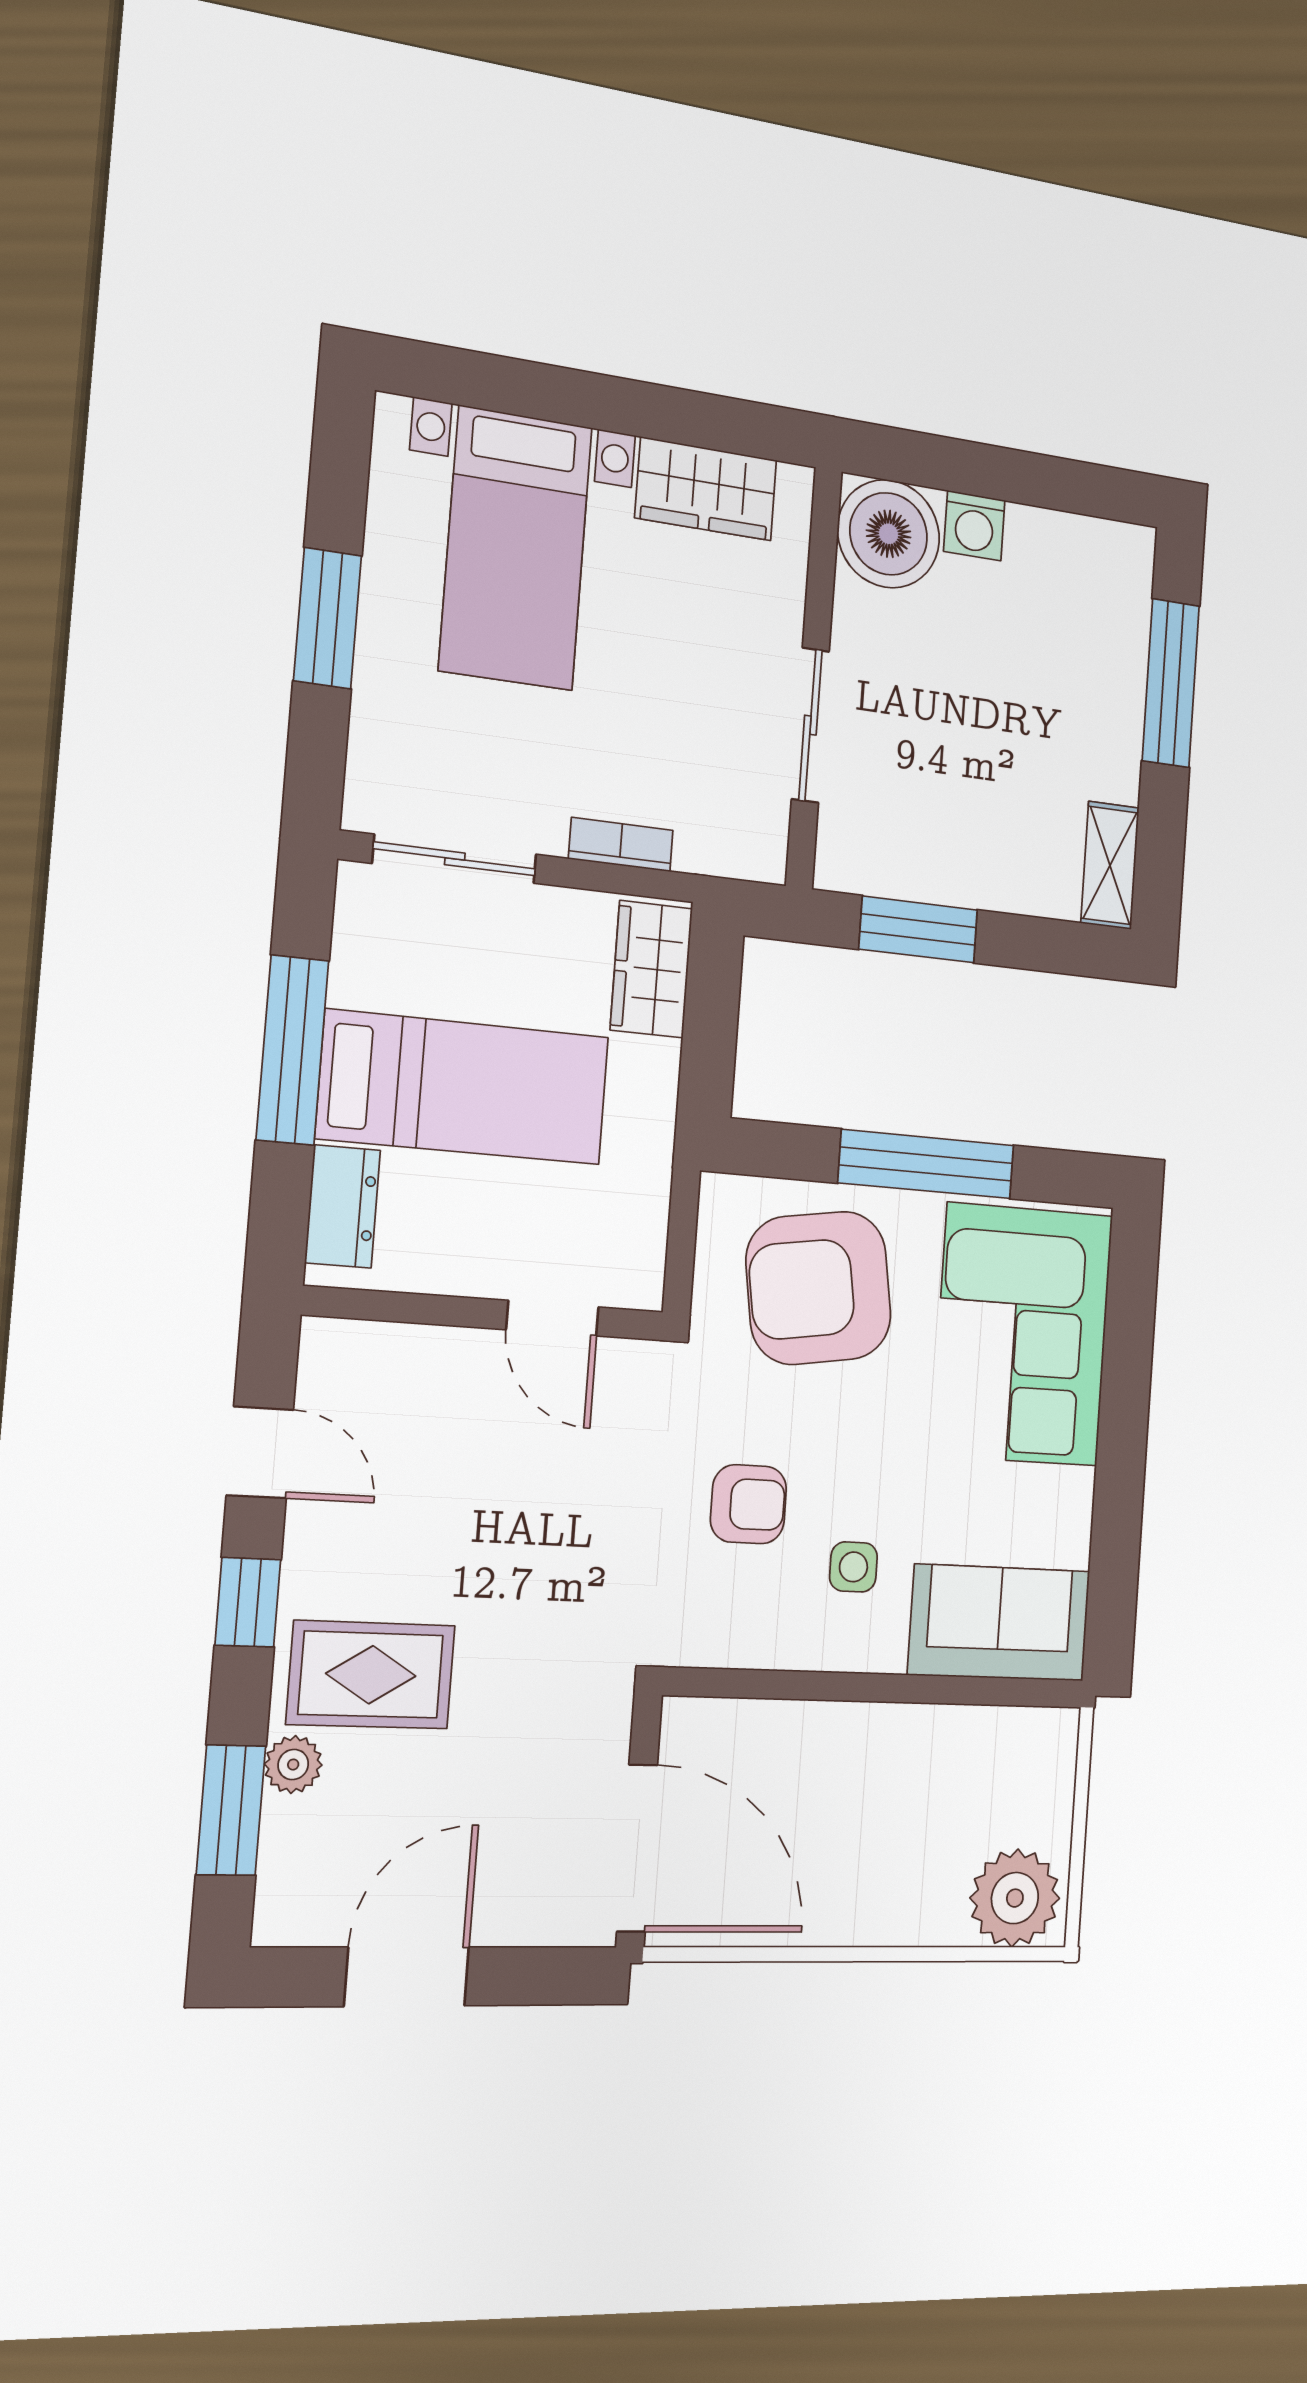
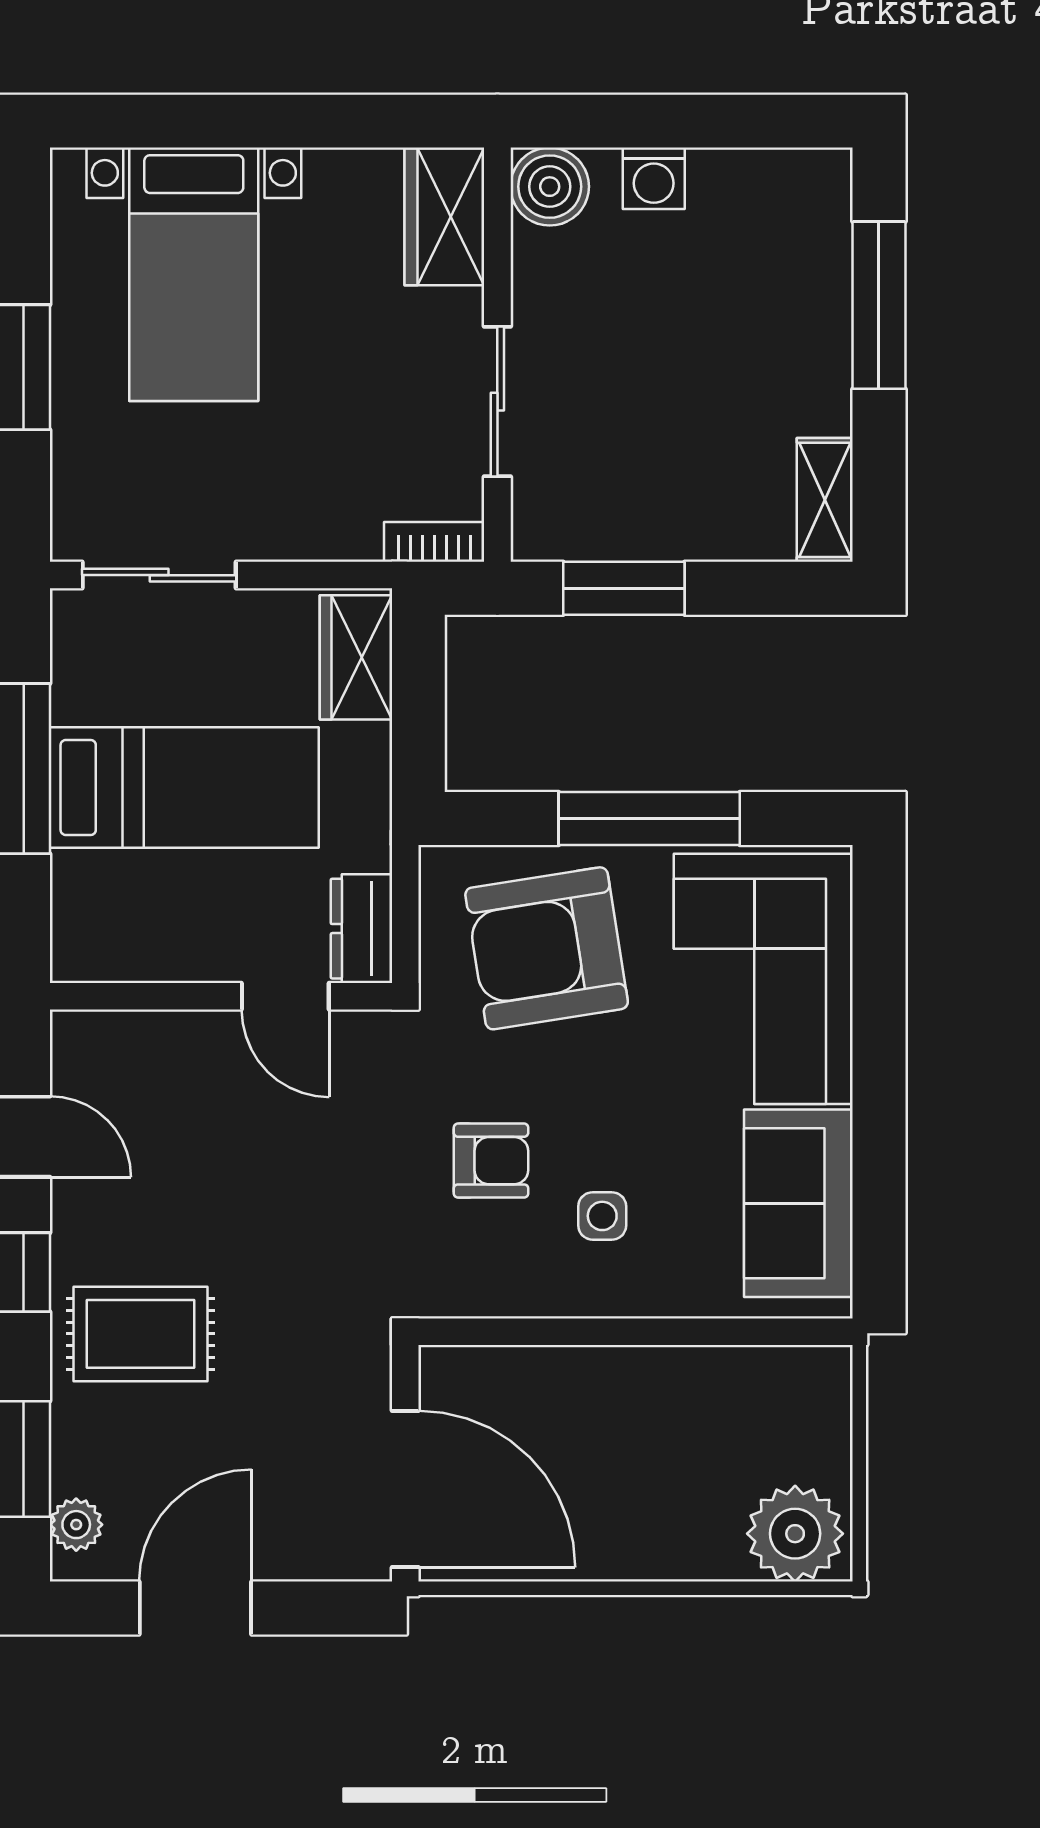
wardrobe: (706, 489) -> (444, 217), moved, turned 90
boiler: (889, 534) -> (550, 187), width x0.73, depth x0.73
bookcase: (621, 845) -> (434, 542), moved
dresser: (343, 1206) -> (362, 929), moved, turned 180
sofa: (999, 1623) -> (798, 1203), moved, turned -90
plant: (293, 1765) -> (76, 1525), moved

